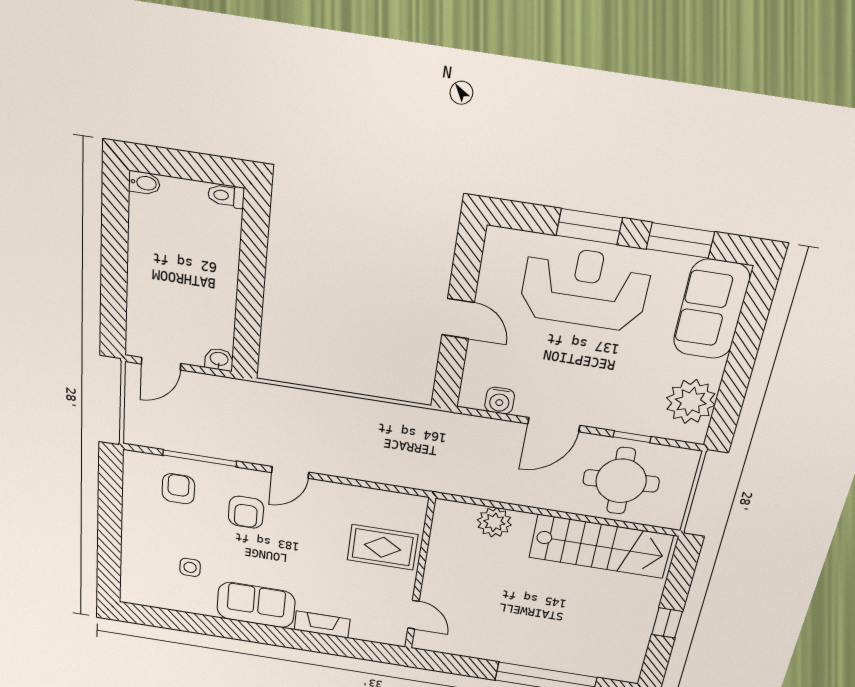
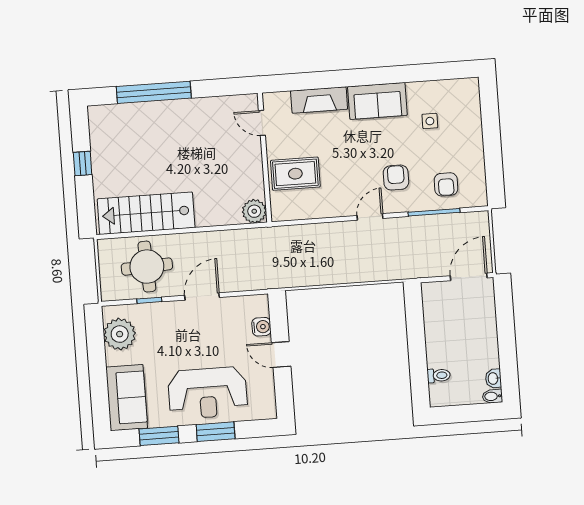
toilet: (226, 196) -> (439, 375), moved
washbasin: (219, 359) -> (493, 378), moved, turned 90
door: (161, 364) -> (469, 277), width x1.38
water cooler: (500, 401) -> (261, 327), moved, turned 90
plant: (494, 522) -> (254, 211), moved
fireplace: (322, 624) -> (319, 100), width x1.37, depth x1.32

